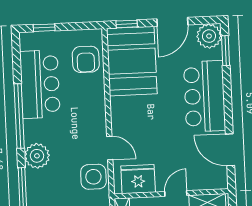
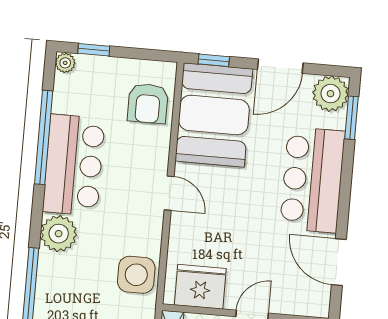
plant: (26, 39) -> (65, 63), added
bar counter: (40, 84) -> (74, 165), moved
window: (19, 116) -> (44, 137), moved
door: (110, 148) -> (169, 193), moved

